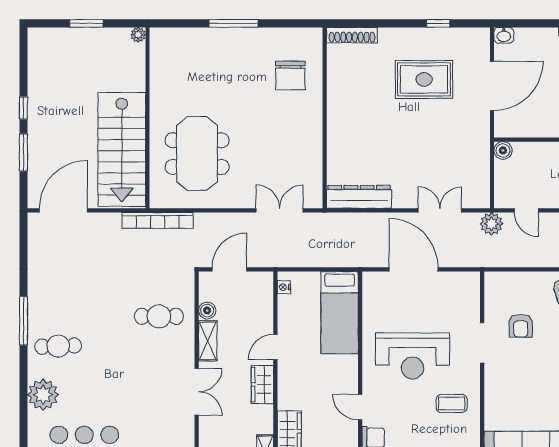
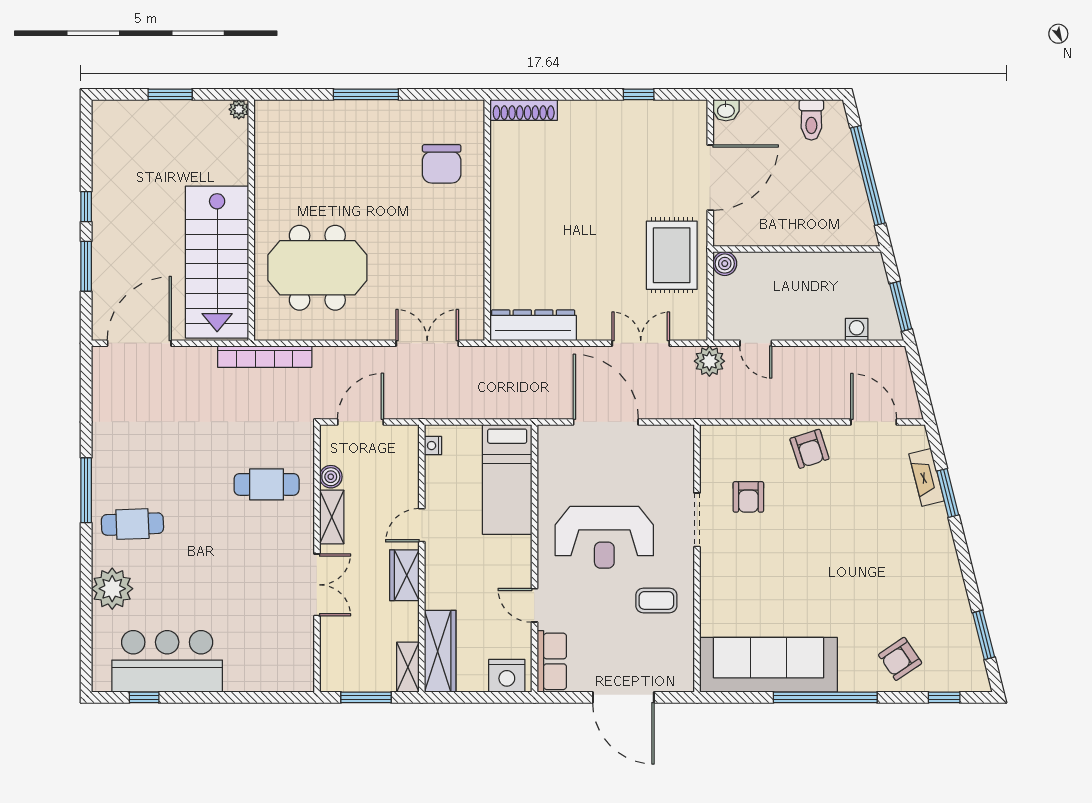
rug: (424, 79) -> (672, 255), moved, turned 90
meeting table: (197, 154) -> (317, 268), turned 90

